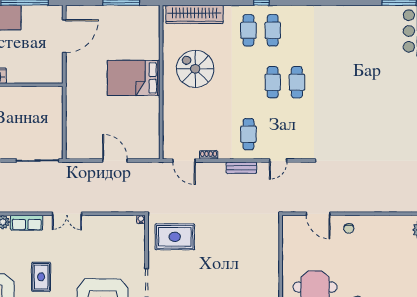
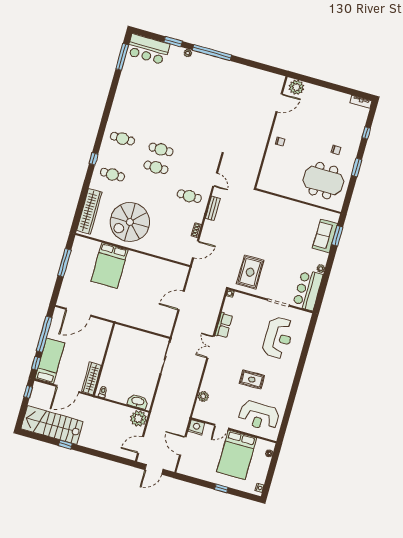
cafe table: (273, 30) -> (122, 139), moved
door: (64, 36) -> (78, 312), swing flipped
spiral stairs: (195, 69) -> (130, 222), width x1.37, depth x1.37
bed: (134, 78) -> (109, 265), moved
double door: (67, 214) -> (210, 347), swing flipped
door: (318, 214) -> (279, 103), moved
row of seats: (27, 223) -> (224, 325), moved

